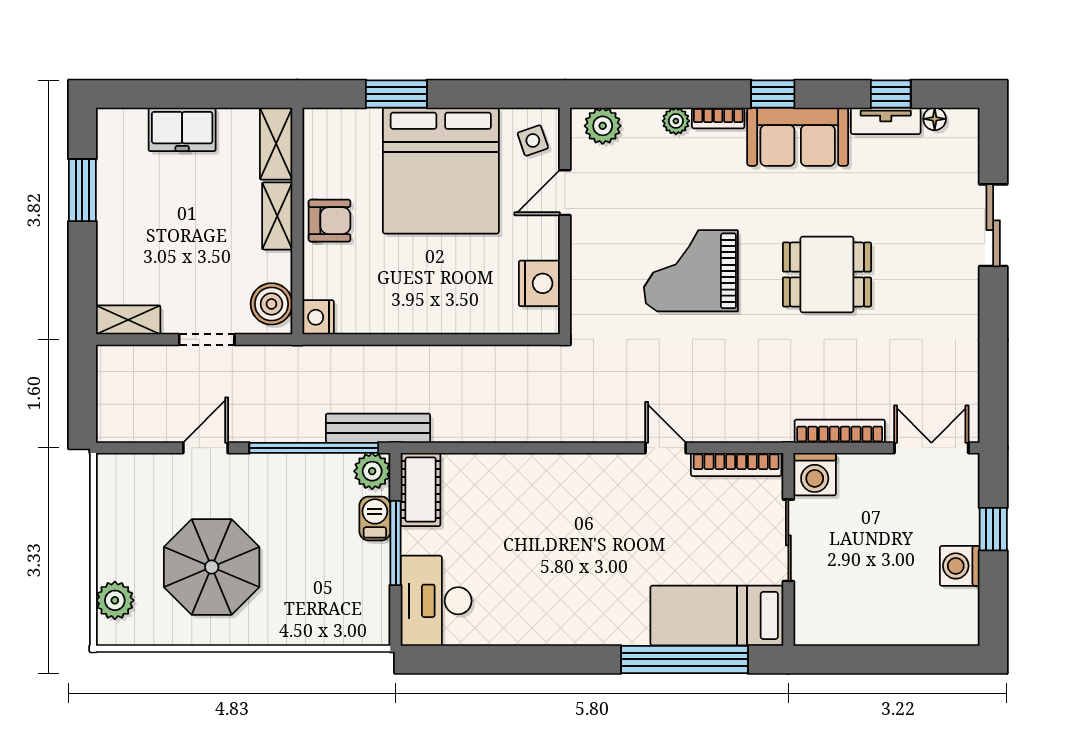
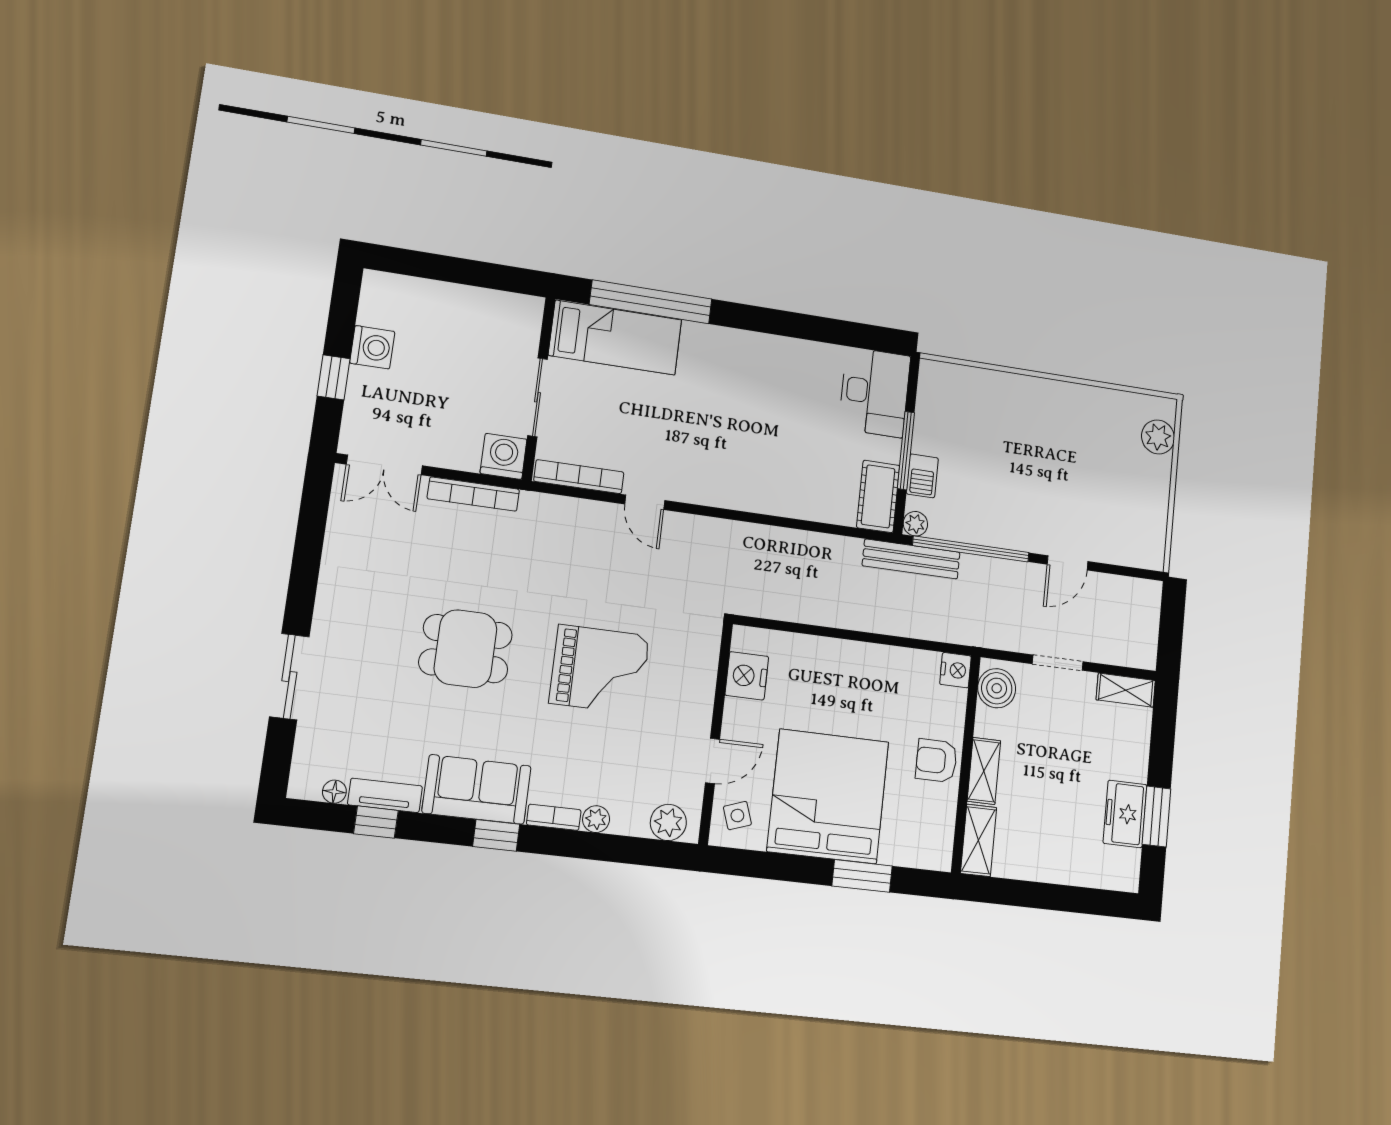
freezer: (182, 129) -> (1125, 814), moved, turned -90
plant: (372, 471) -> (915, 524), width x0.73, depth x0.73
parasol: (212, 567) -> (1072, 454), removed

